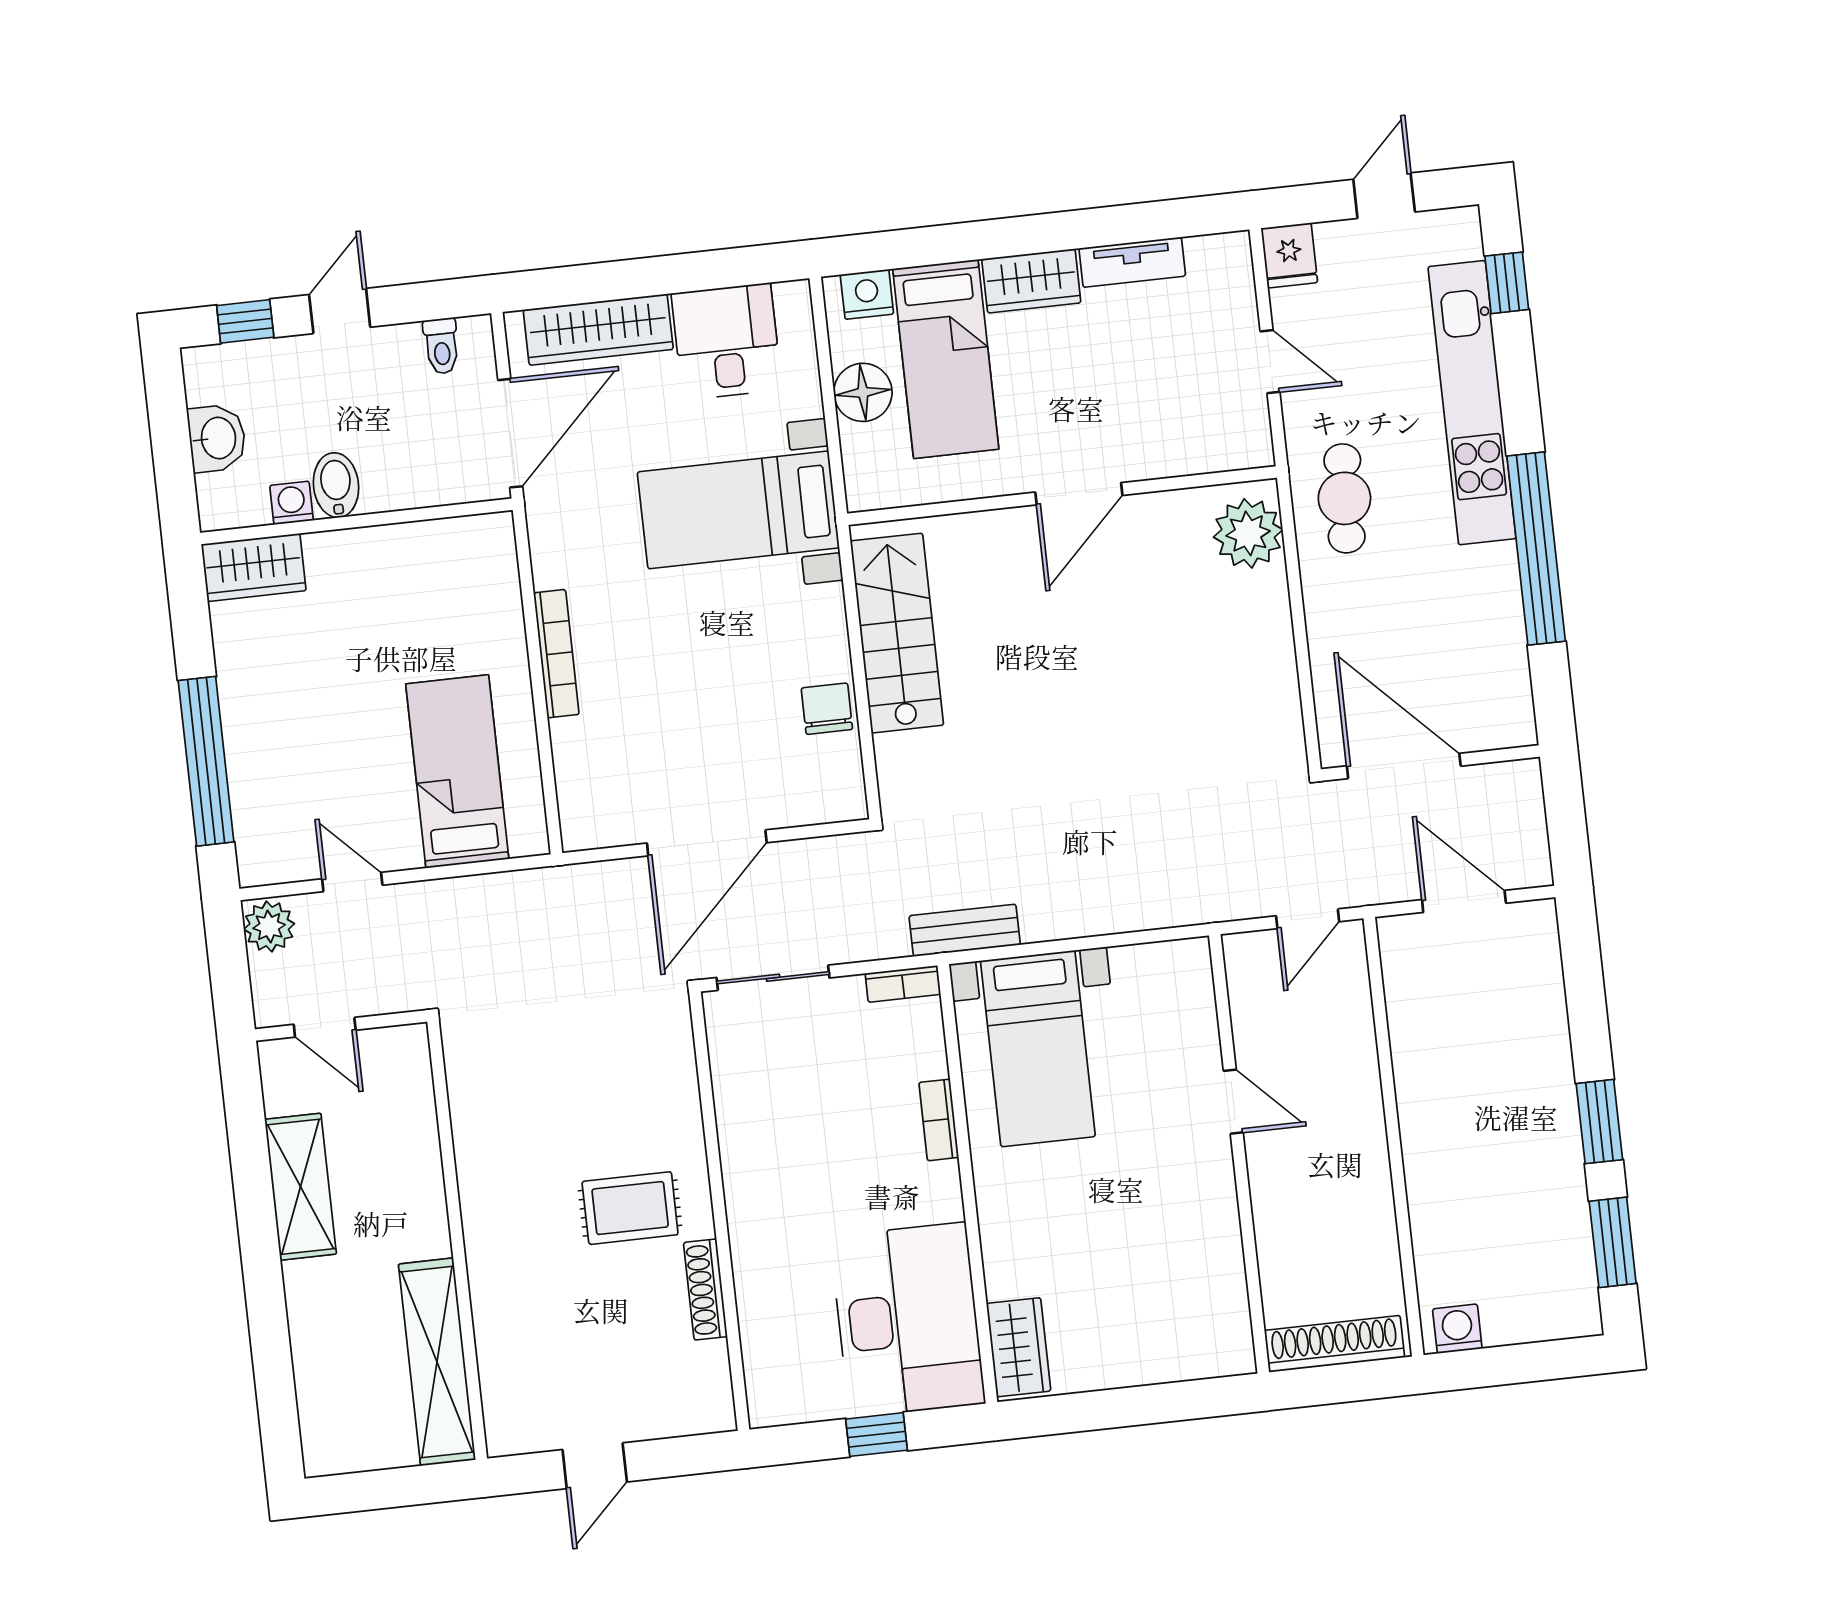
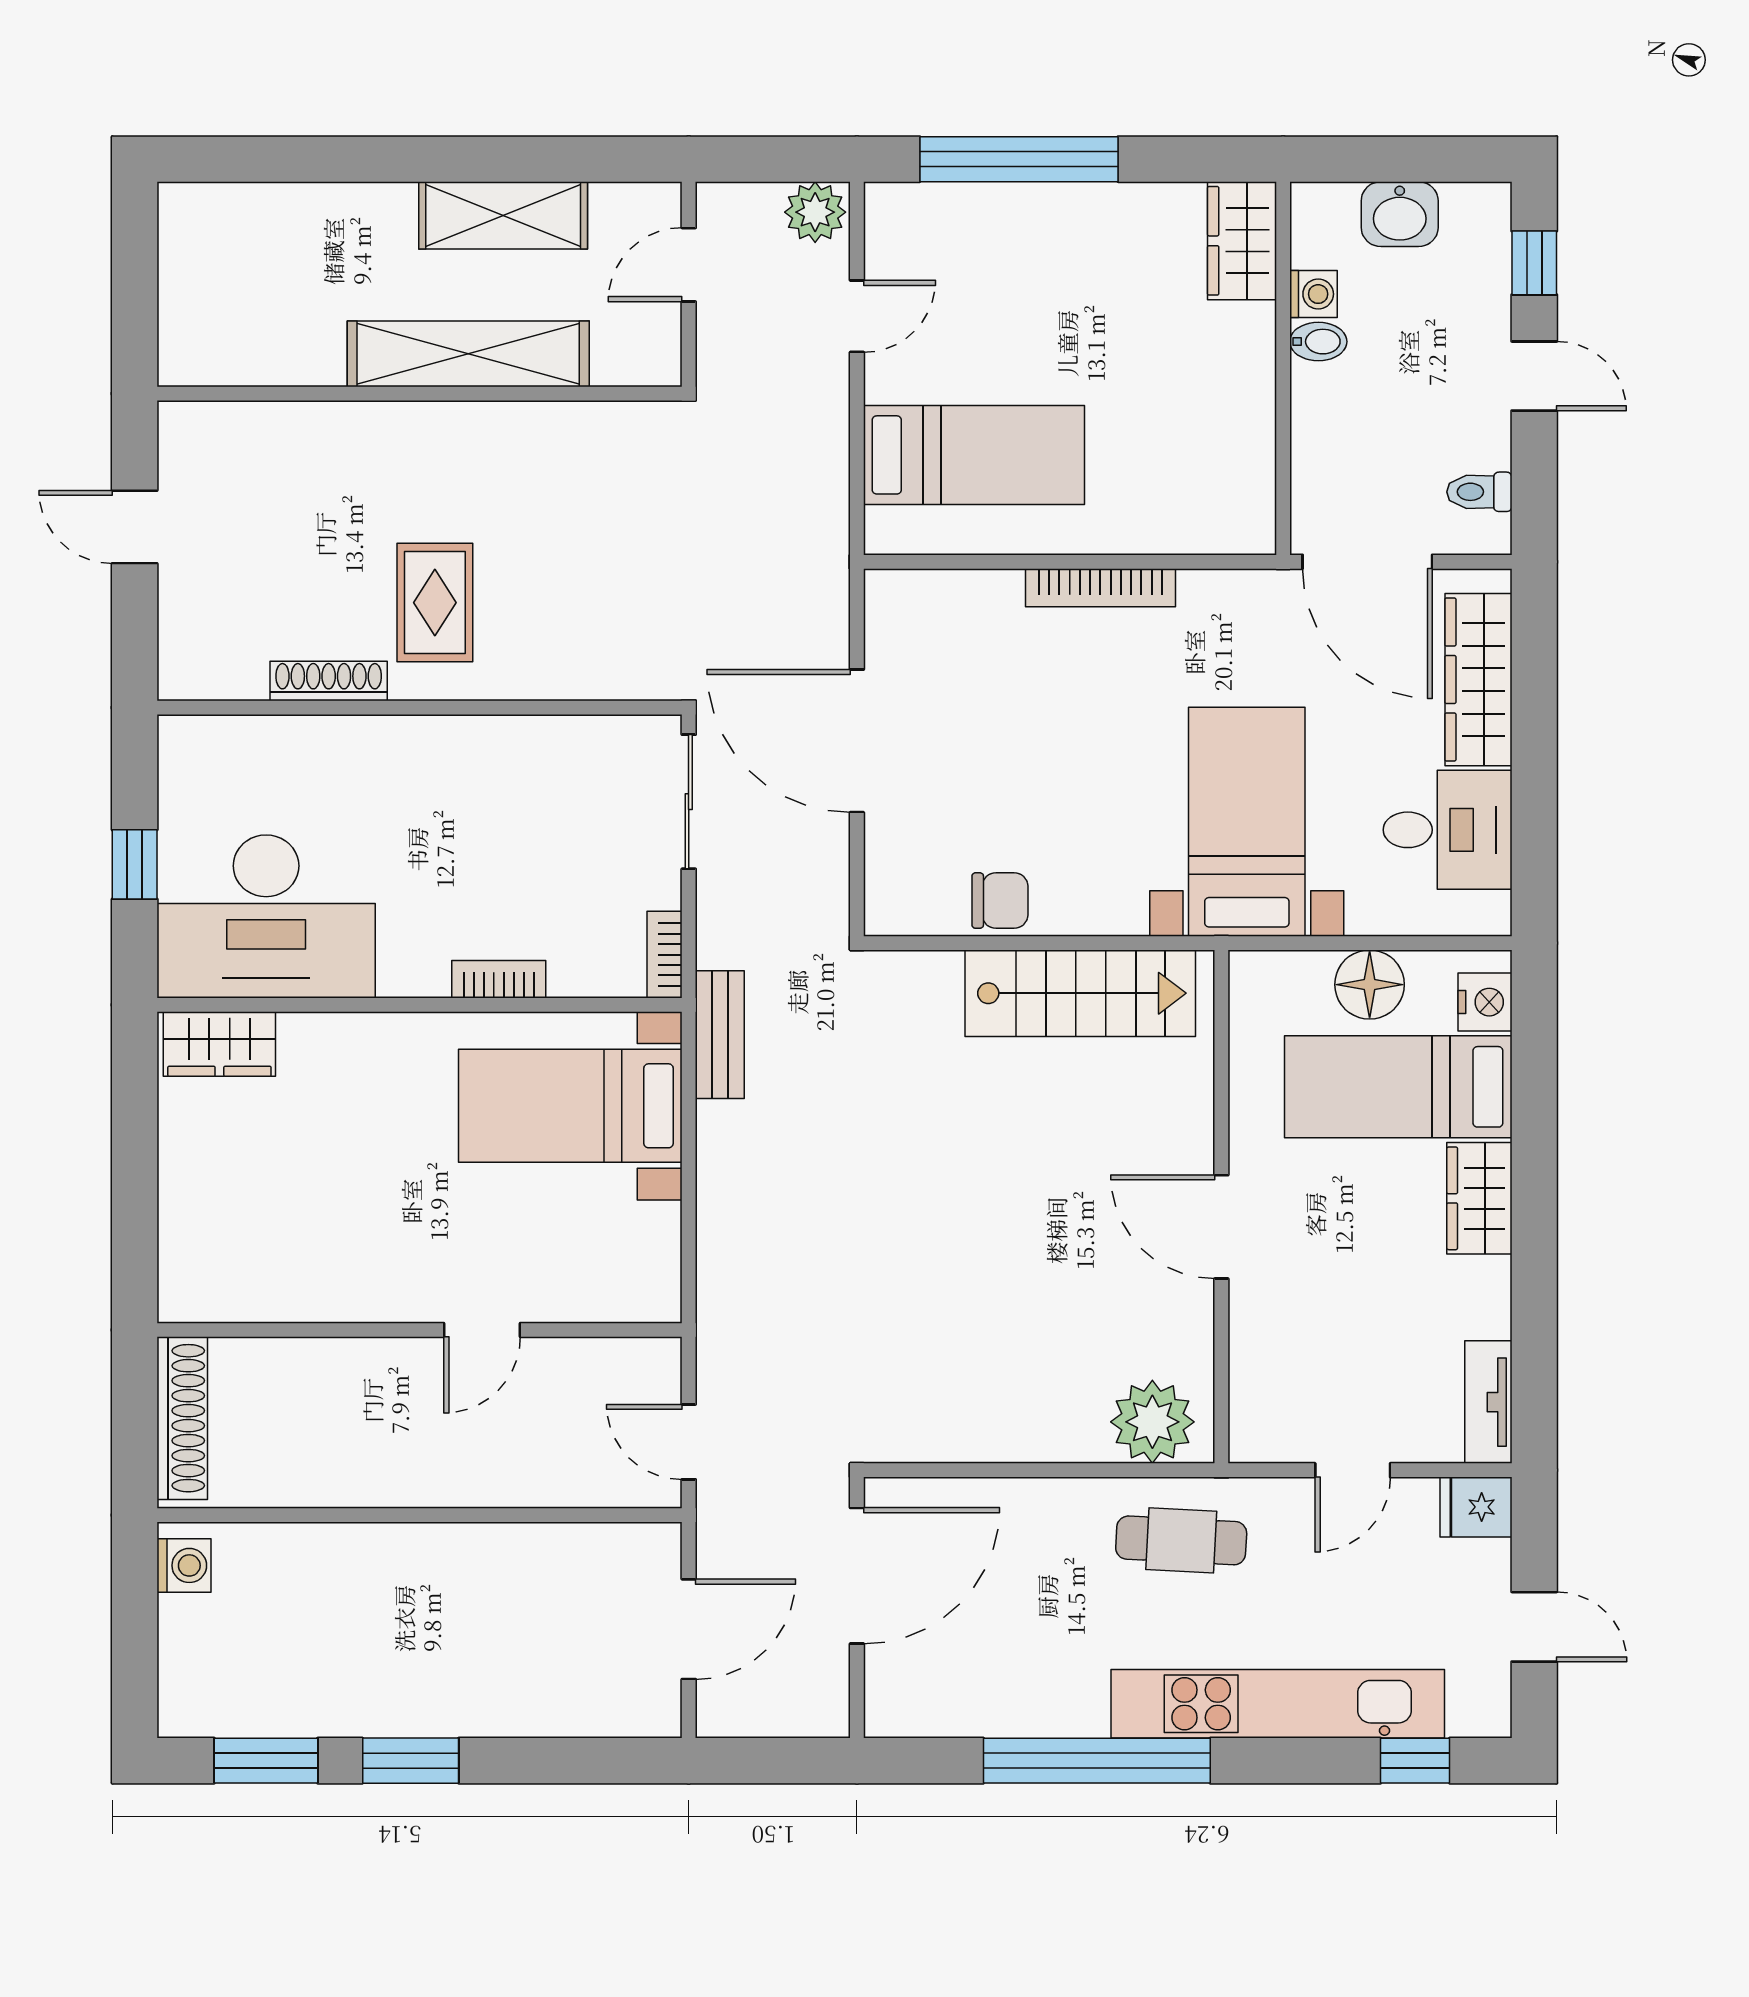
tv unit: (1132, 262) -> (1488, 1402), moved
bidet: (336, 485) -> (1318, 342), width x0.72, depth x0.74
shelving: (437, 1362) -> (468, 354), moved

